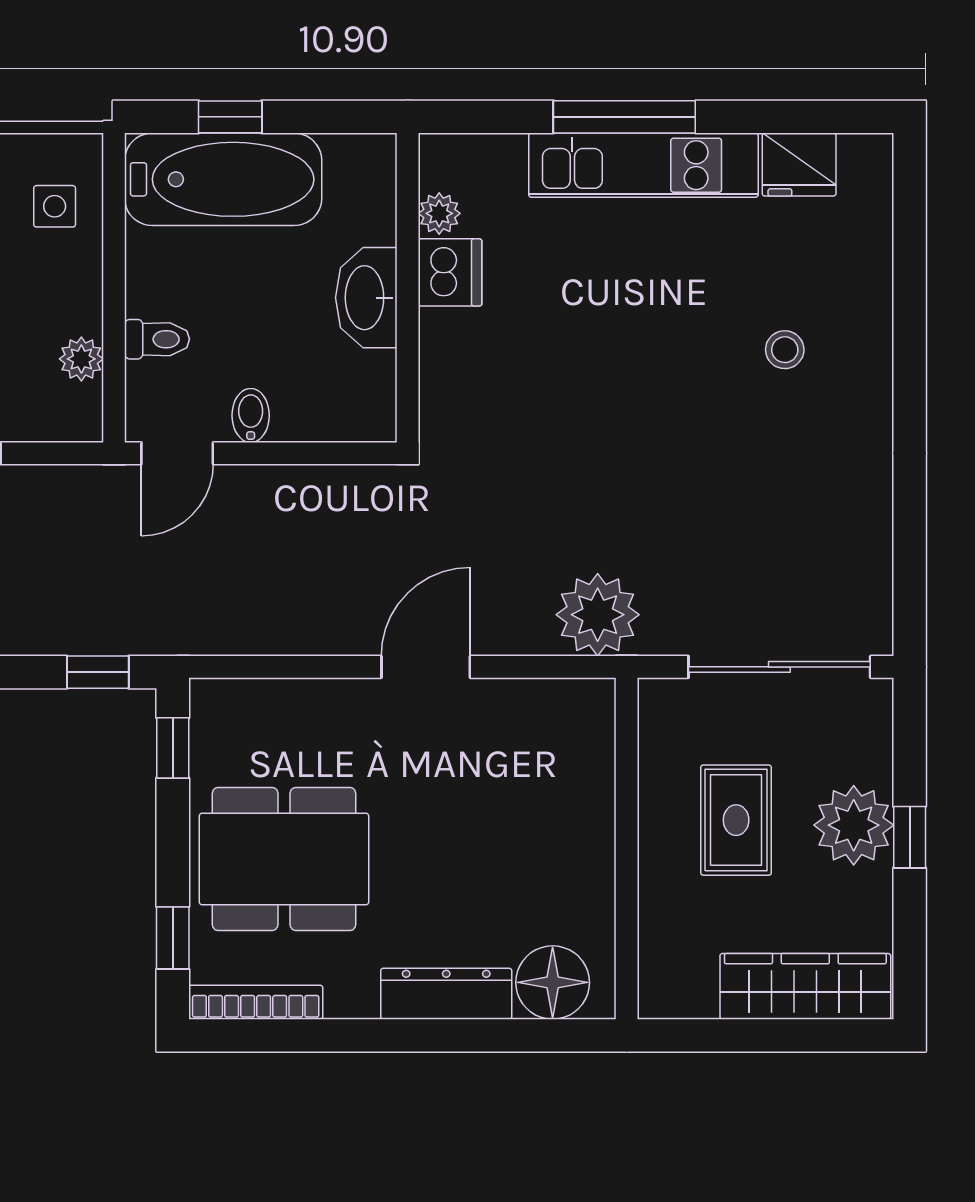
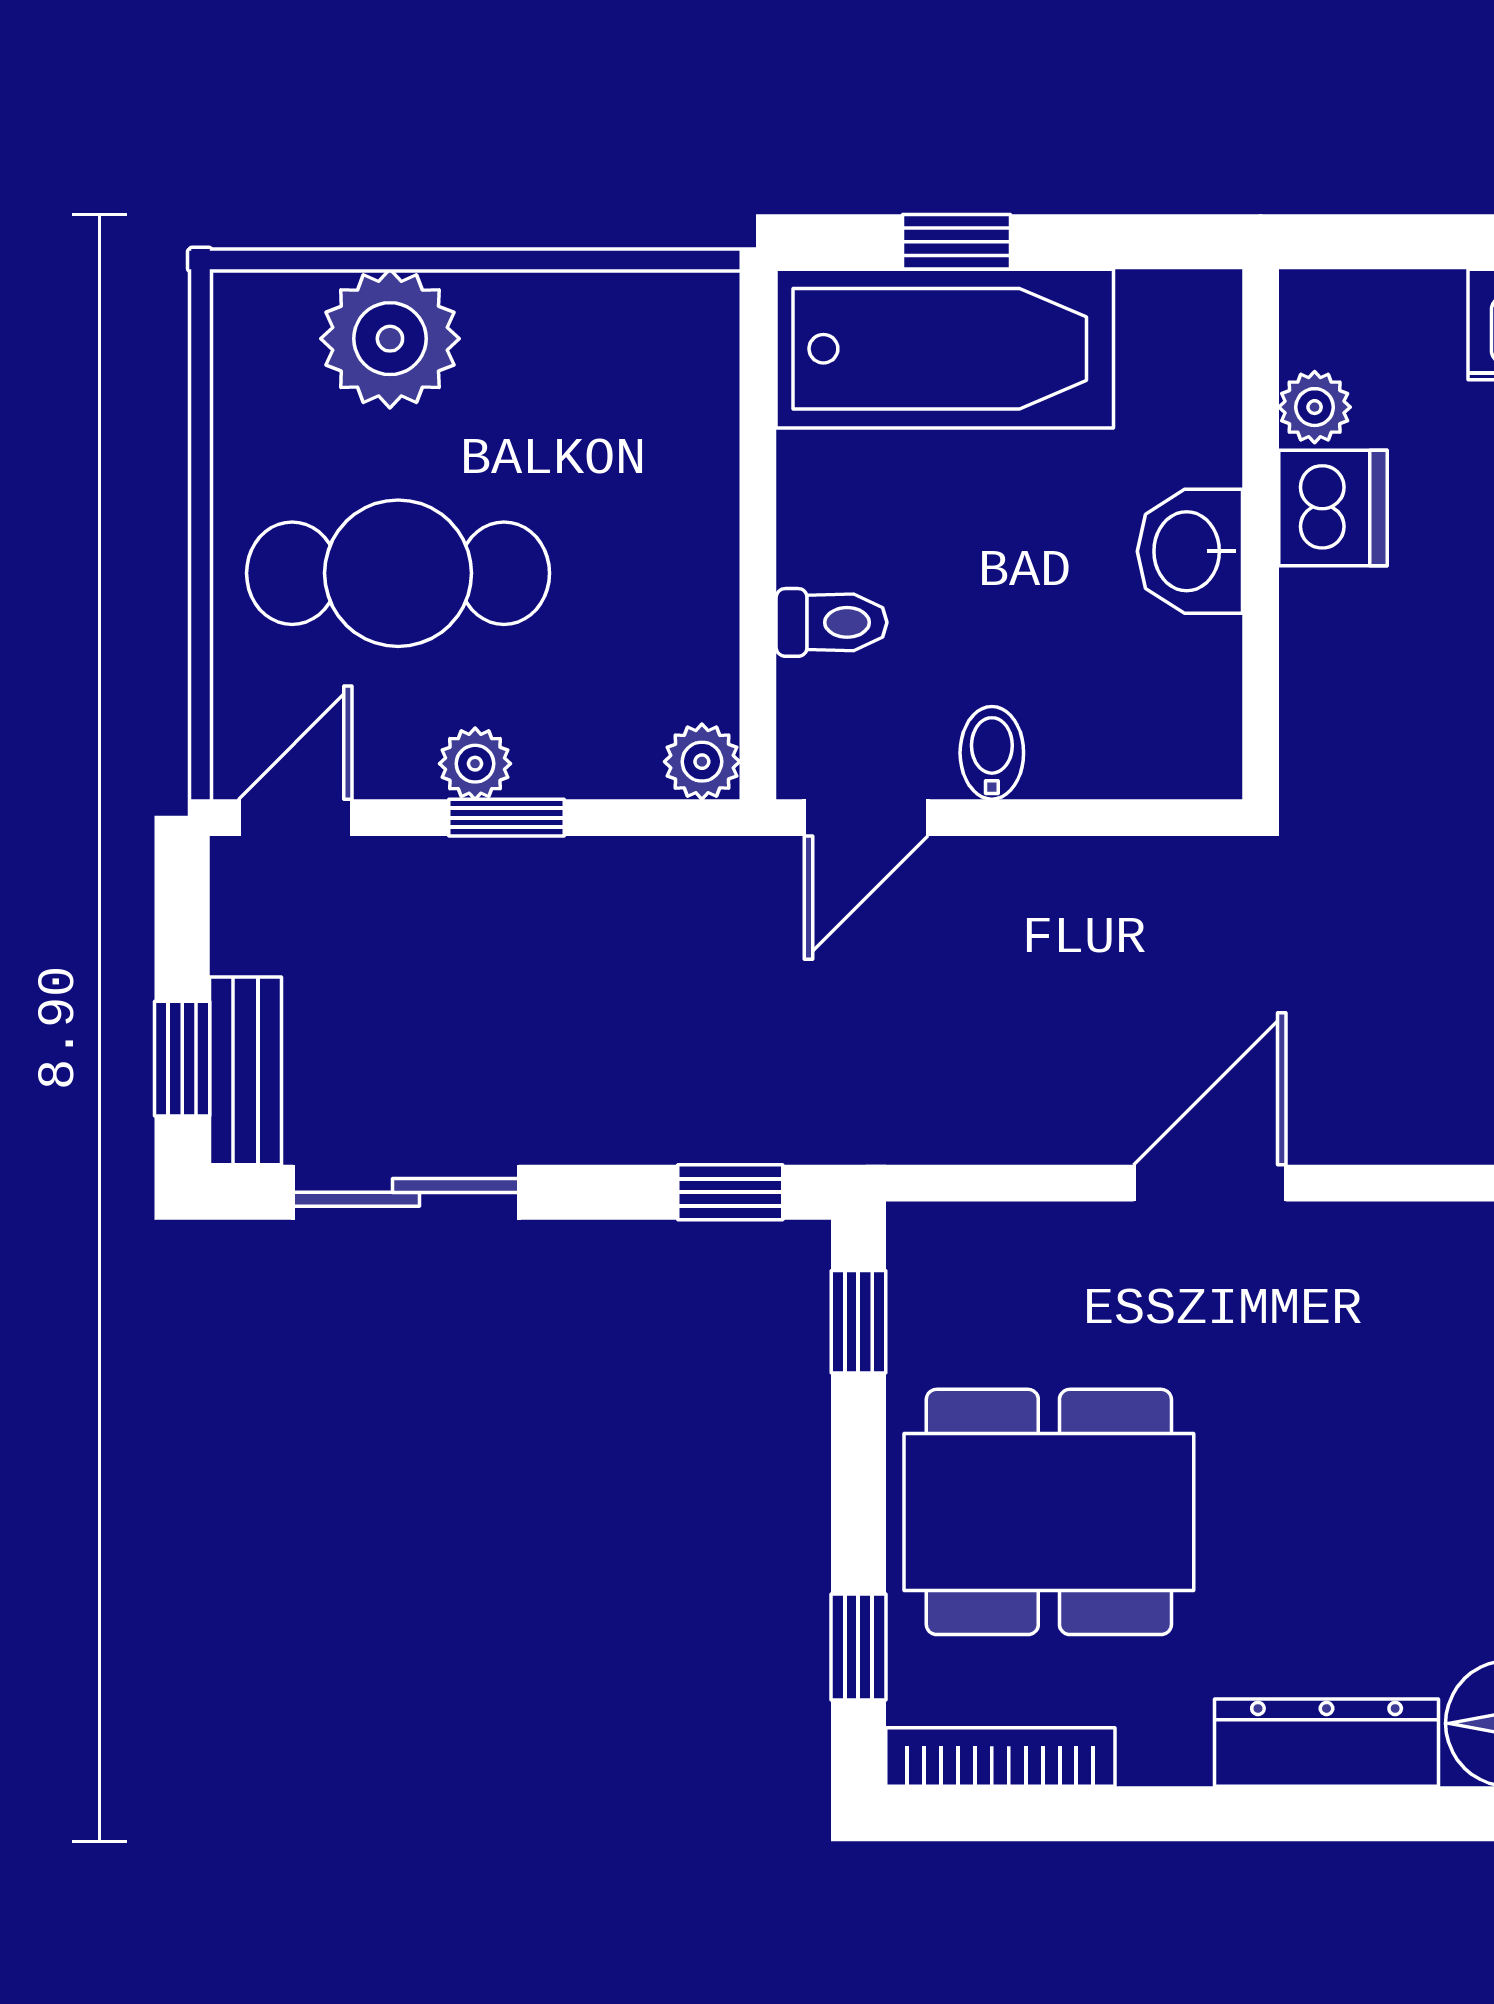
side table: (55, 206) -> (656, 395), removed
washbasin: (366, 298) -> (1190, 551), width x0.72
plant: (81, 359) -> (702, 762), moved
door: (426, 667) -> (1210, 1183), moved

